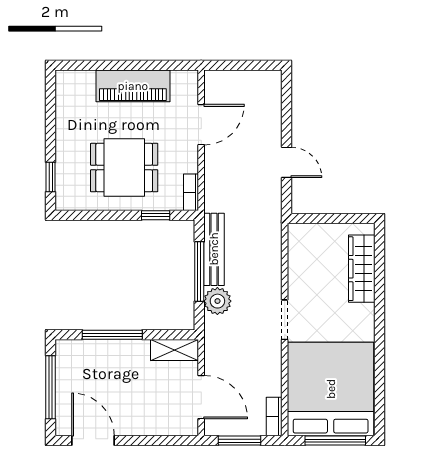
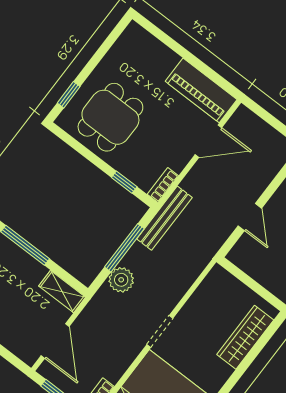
piano: (133, 86) -> (201, 90), moved
dining table: (124, 168) -> (110, 117), moved, turned 90
bench: (214, 249) -> (164, 218), moved

